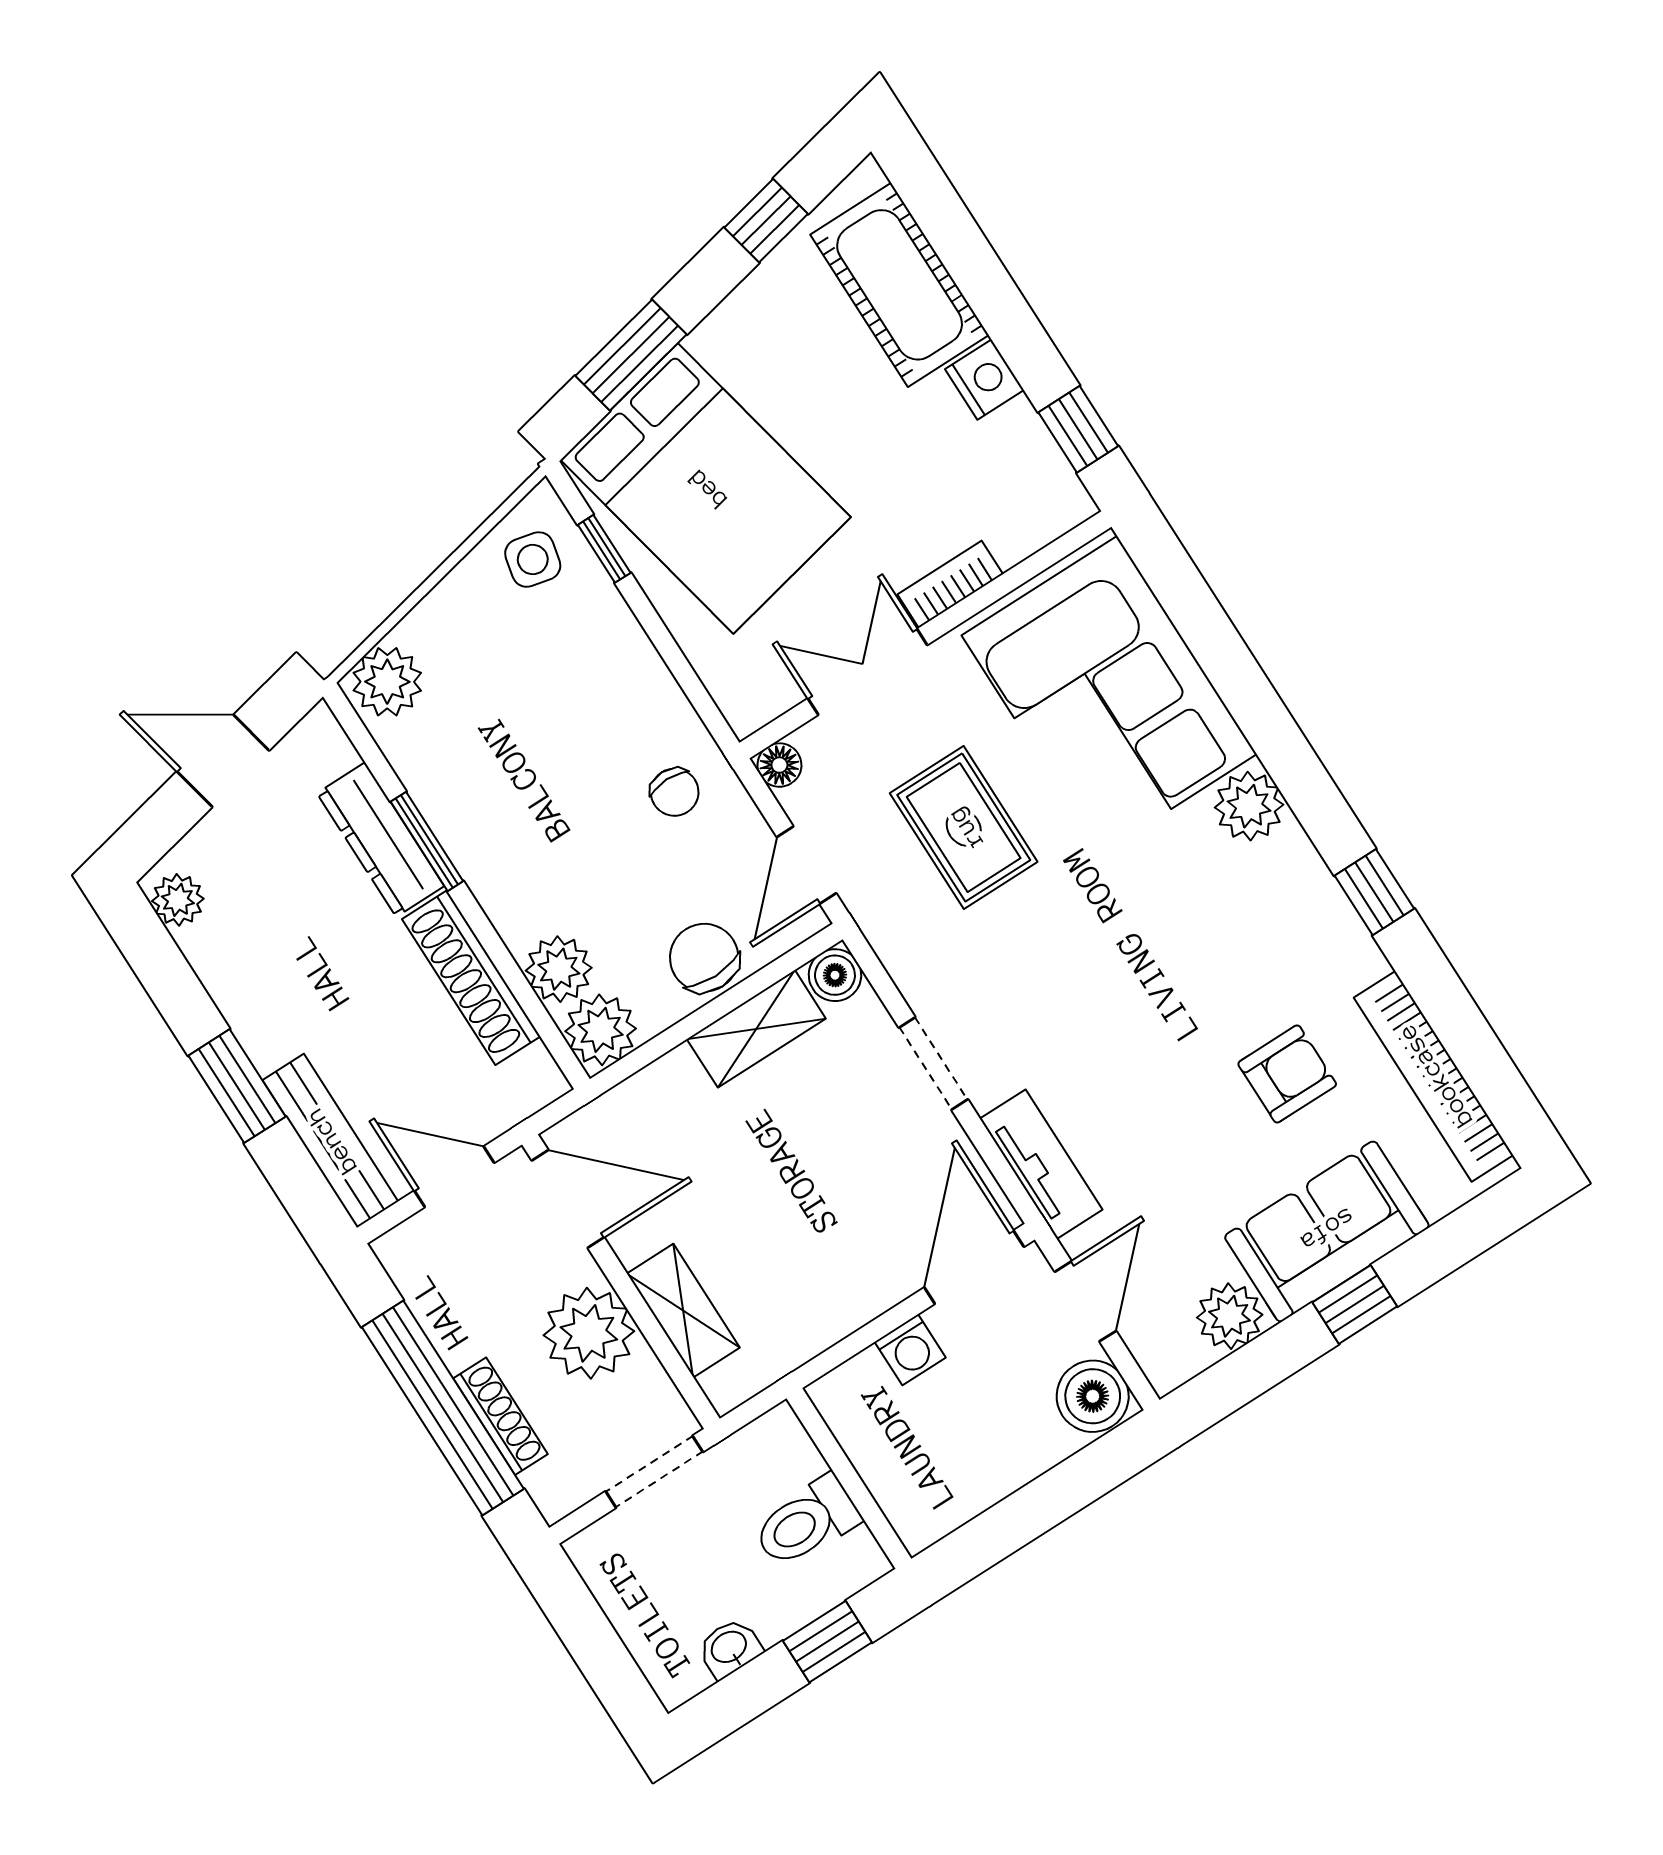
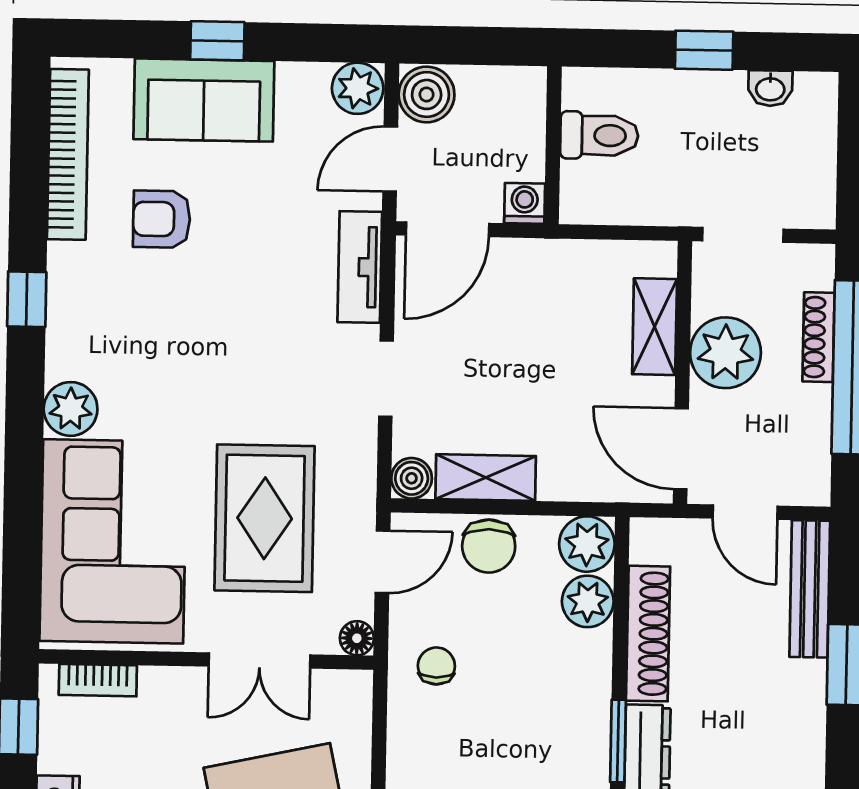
bookcase: (950, 584) -> (98, 680), moved
rug: (964, 828) -> (265, 518), width x1.36, depth x1.43
plant: (1230, 1316) -> (358, 88), moved
wall: (849, 1478) -> (553, 145), moved
toilet: (806, 1522) -> (599, 135), moved

